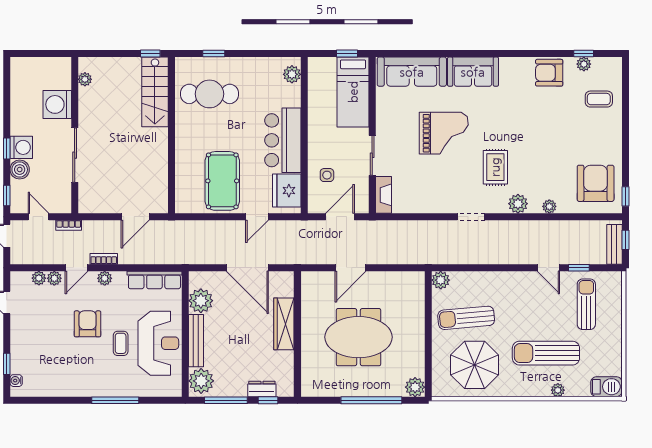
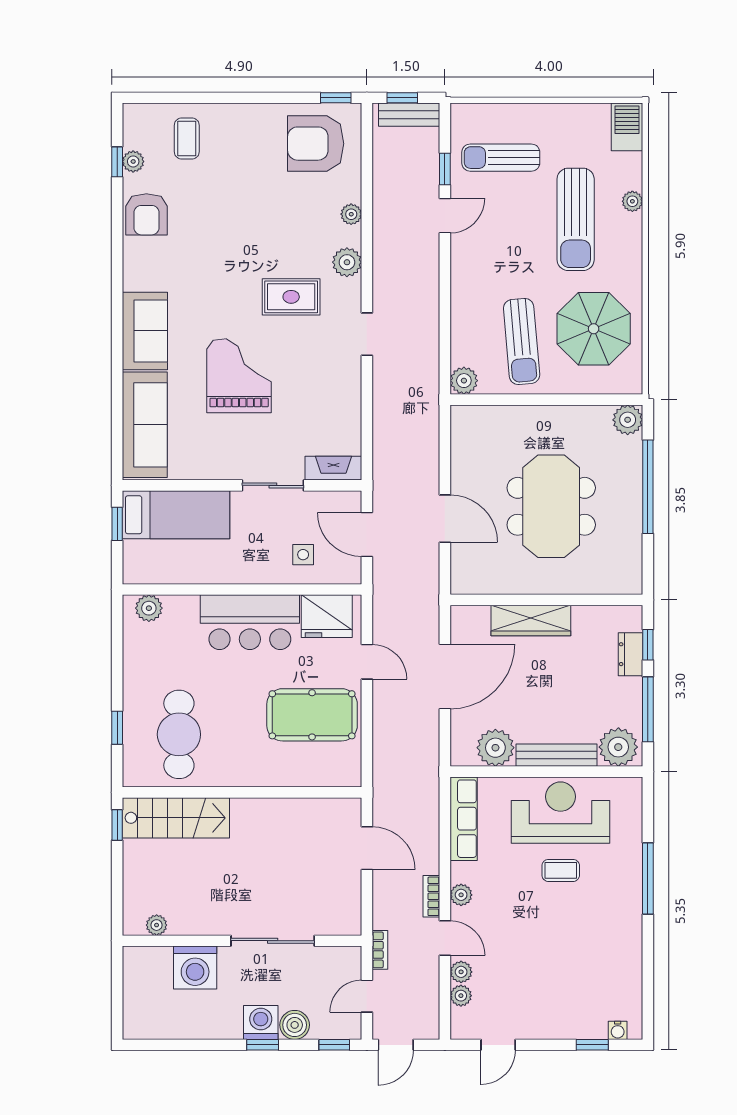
armchair: (87, 324) -> (531, 921), removed

